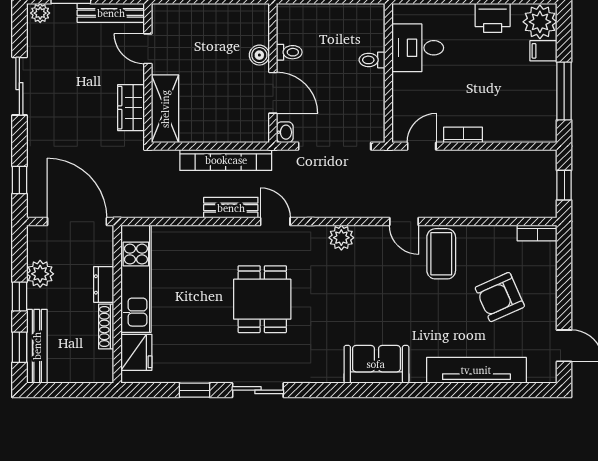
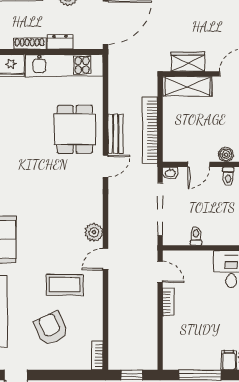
toilet: (372, 60) -> (196, 236), moved
door: (273, 93) -> (199, 164), width x0.73
plant: (341, 238) -> (94, 232), moved
coffee table: (441, 254) -> (65, 285), moved
dining table: (262, 299) -> (75, 129), moved, turned 90

